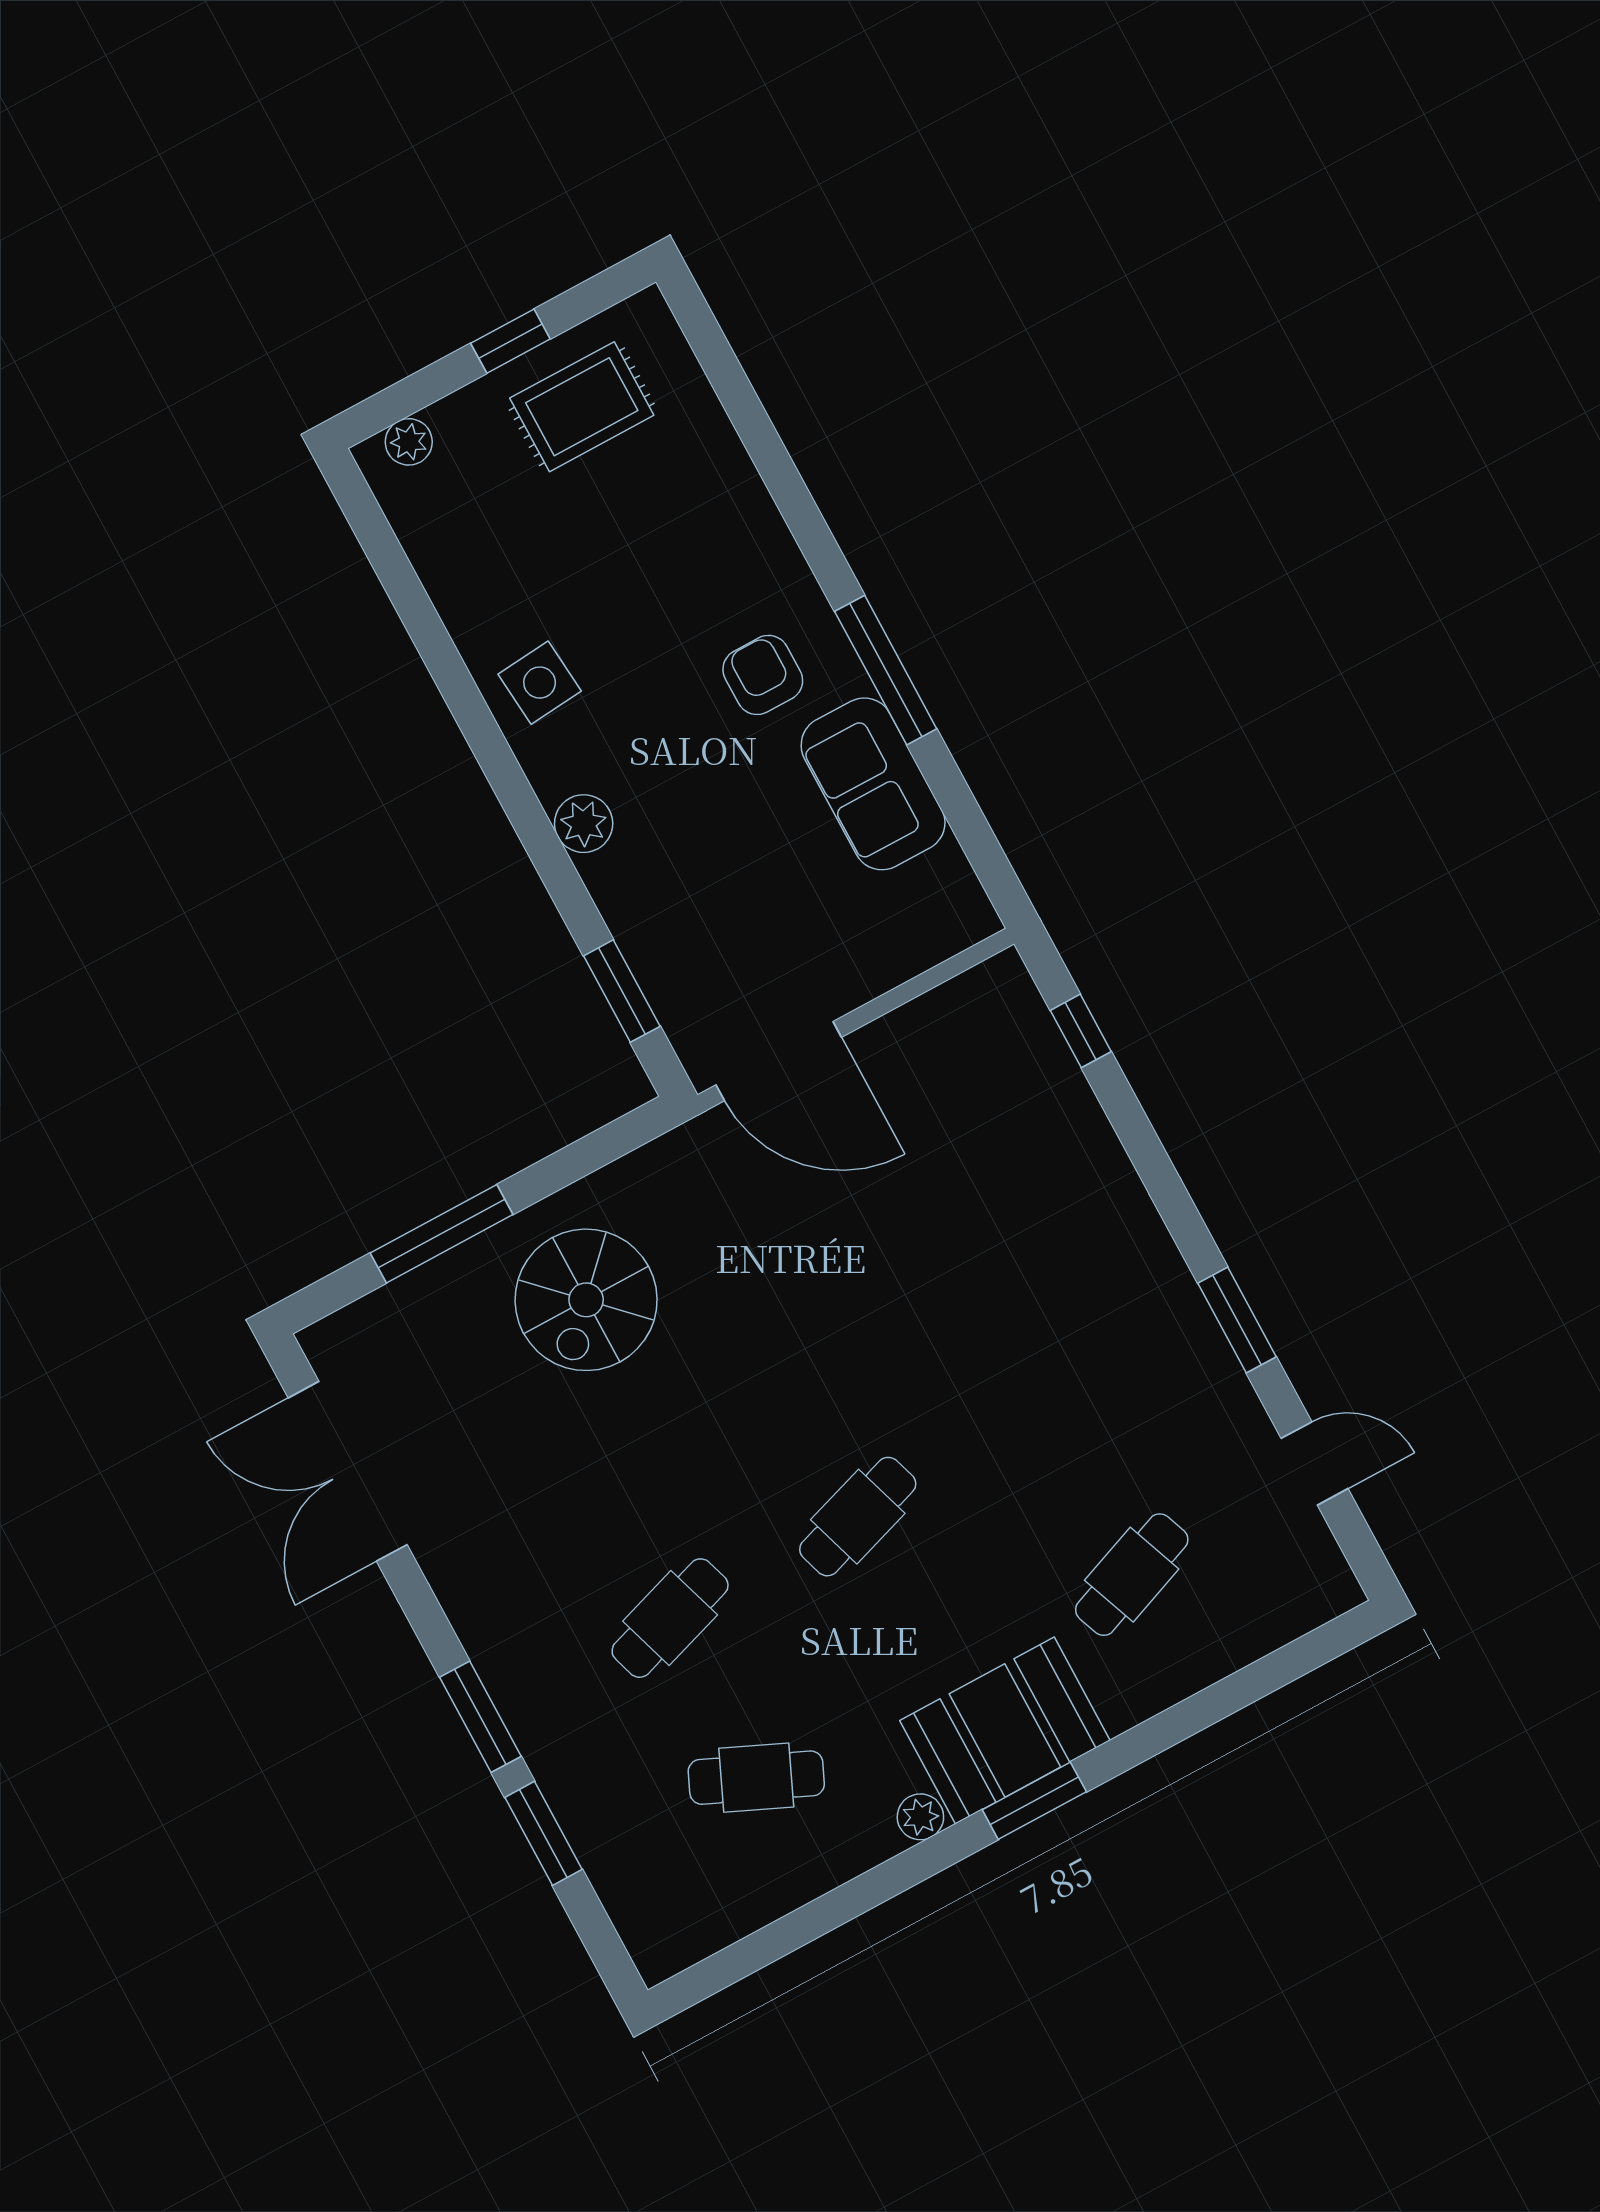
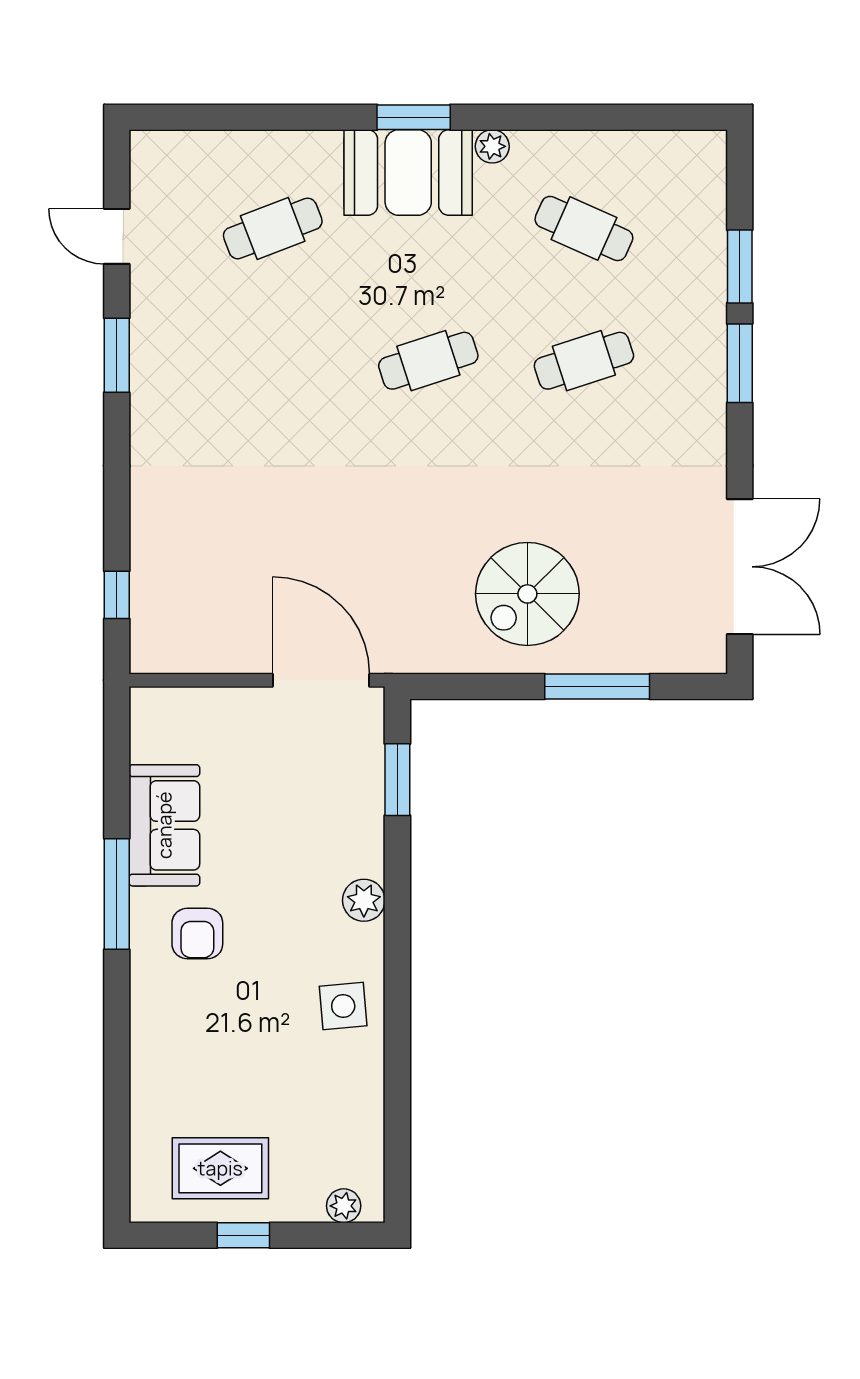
spiral stairs: (586, 1300) -> (527, 594), turned 180

